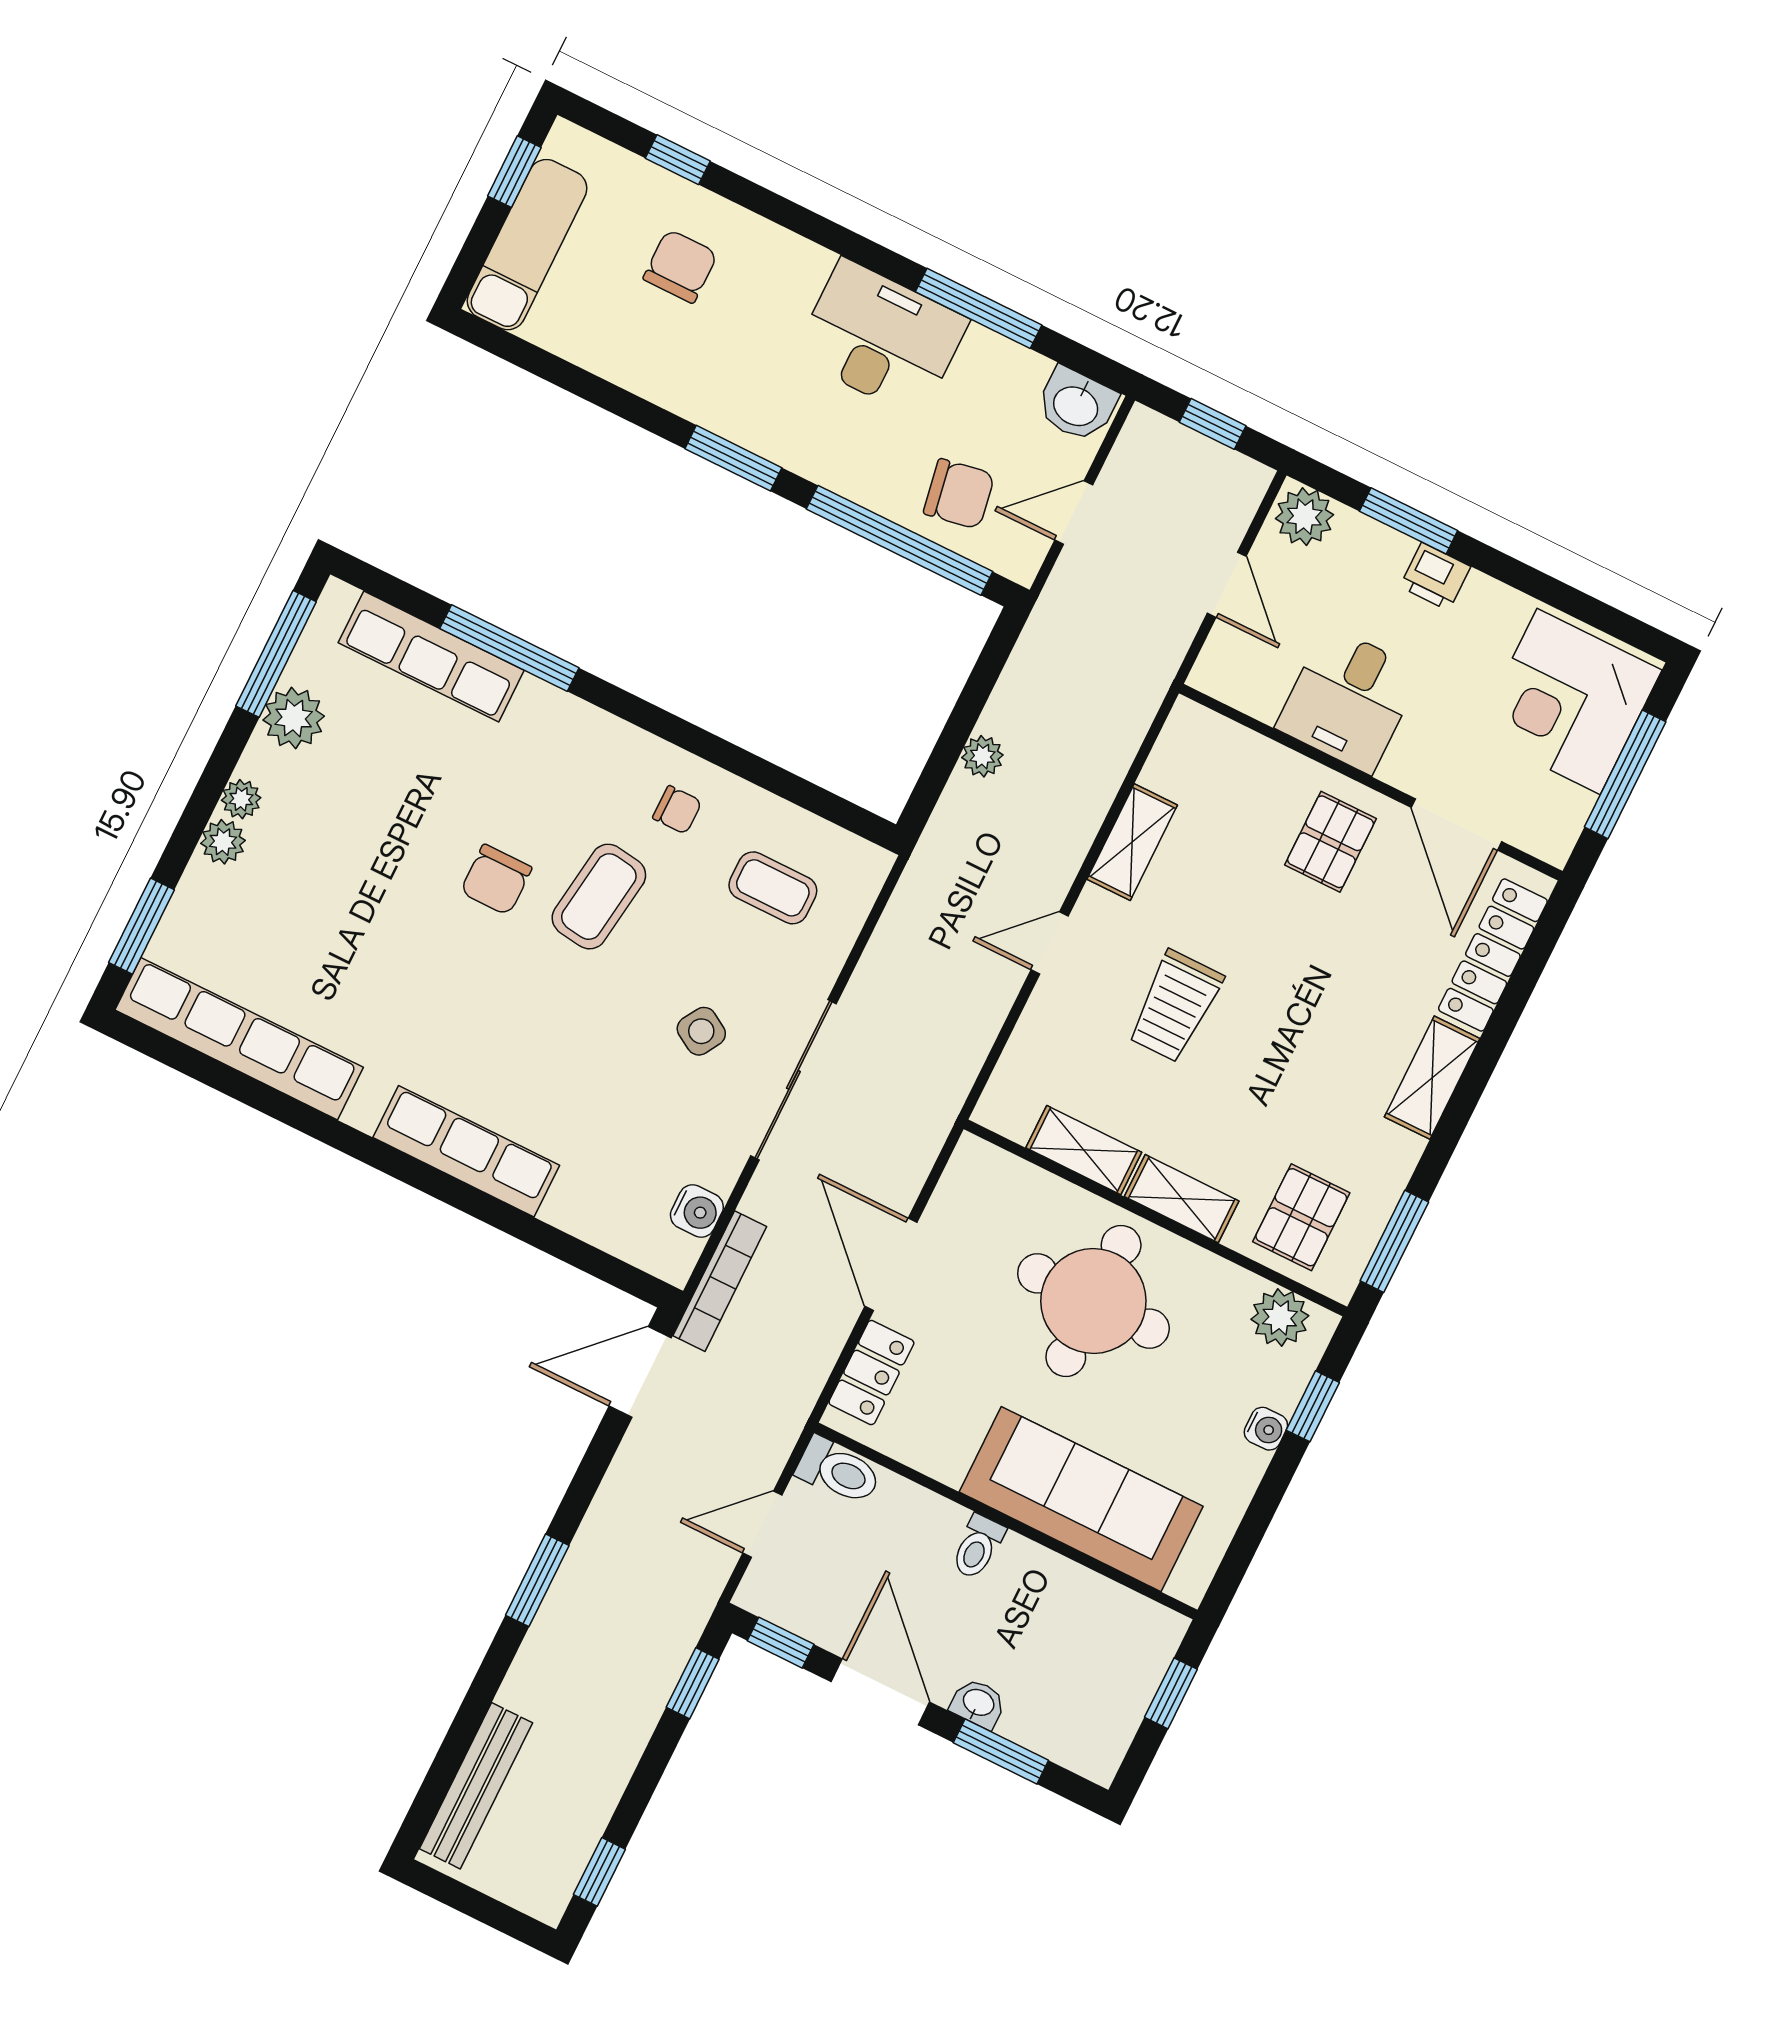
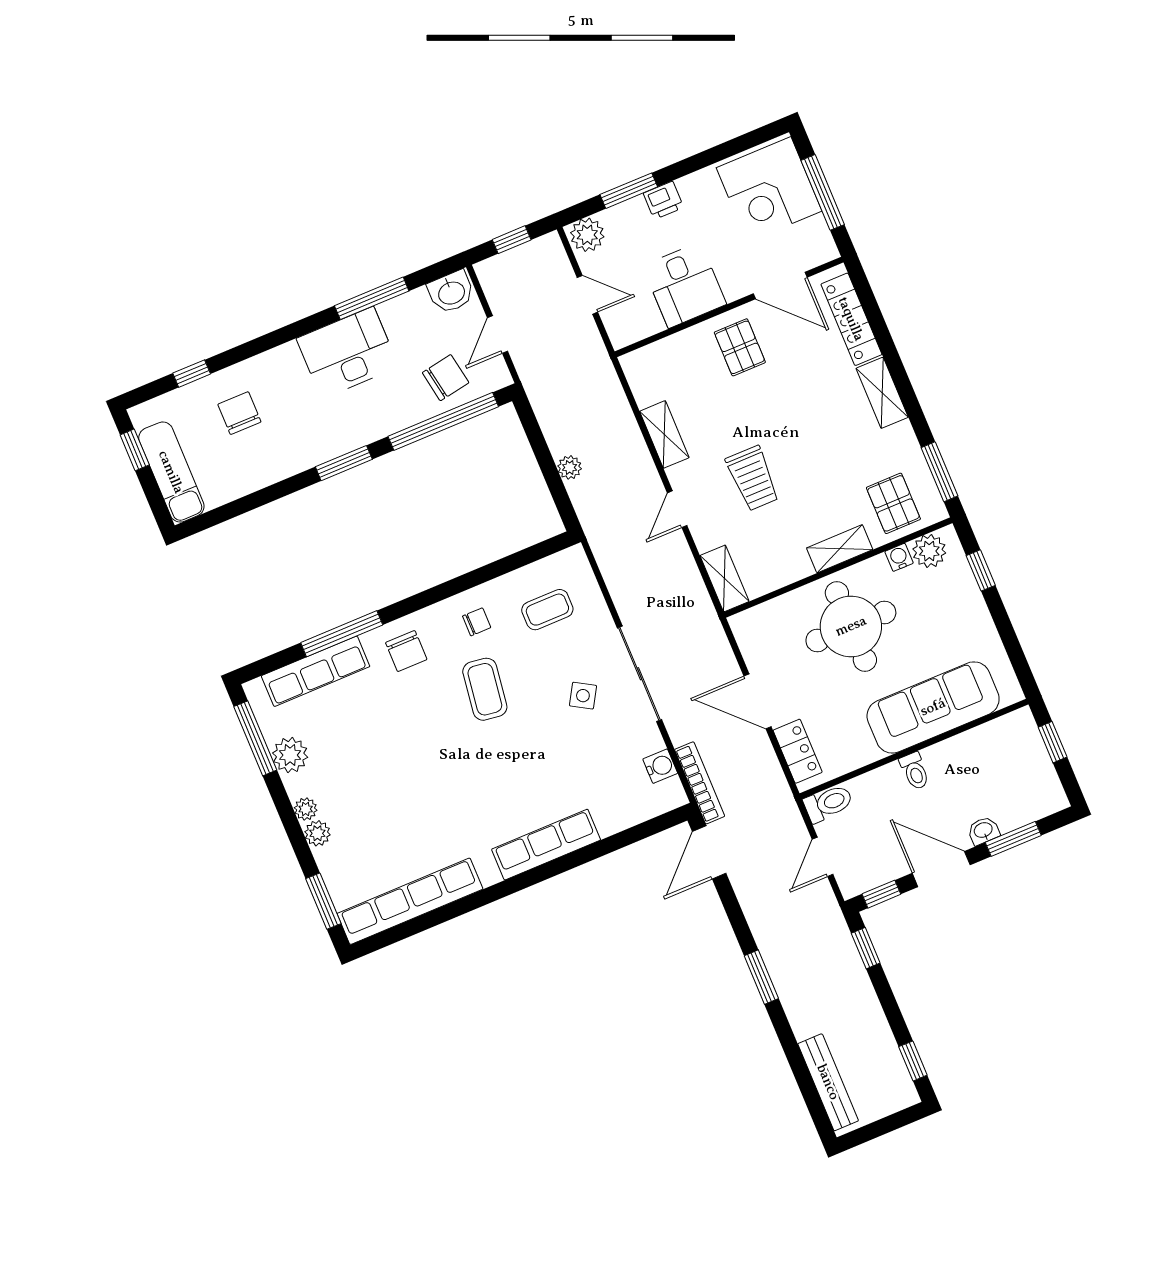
chair: (496, 880) -> (406, 651), moved
shelving: (1084, 1150) -> (724, 578), moved, turned 90
water cooler: (1266, 1429) -> (899, 557), moved, turned -90

